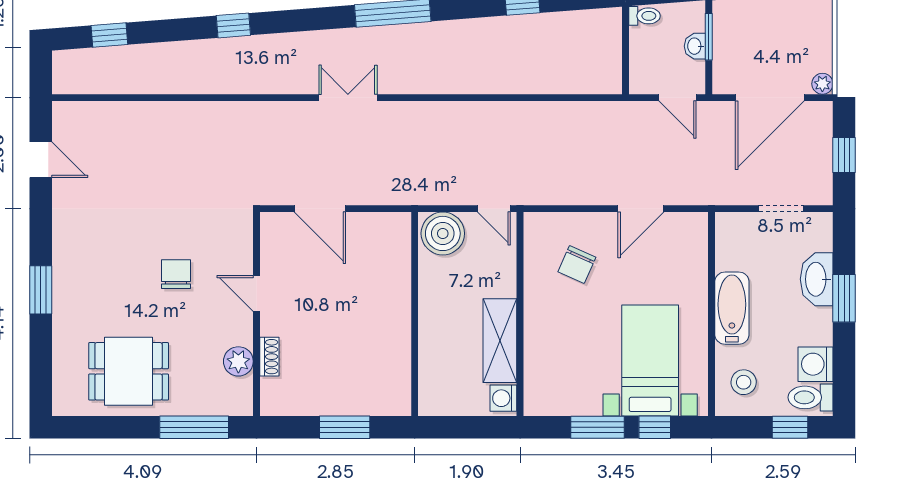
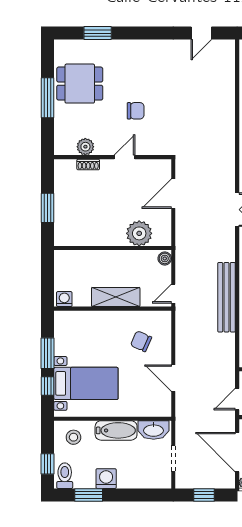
bench: (500, 116) -> (226, 297), added
boiler: (443, 233) -> (165, 258), width x0.54, depth x0.54
plant: (389, 268) -> (139, 233), added
washbasin: (817, 279) -> (154, 430), moved, turned 180
window: (41, 290) -> (98, 33), moved
window: (844, 298) -> (89, 495), moved
shelving: (500, 341) -> (116, 297), moved
washing machine: (816, 364) -> (106, 479), moved
dining table: (129, 371) -> (80, 84), turned 90
window: (194, 427) -> (48, 98), moved

